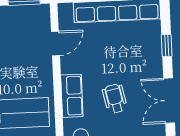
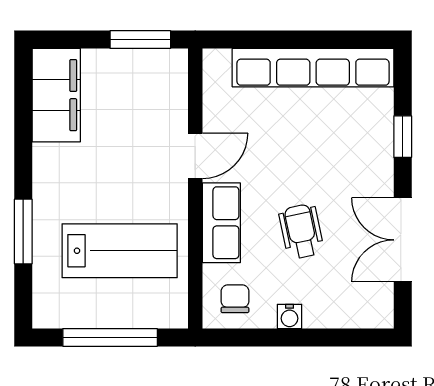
door: (55, 44) -> (195, 156), moved

